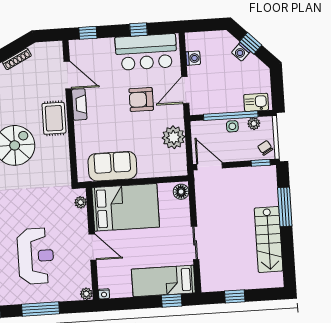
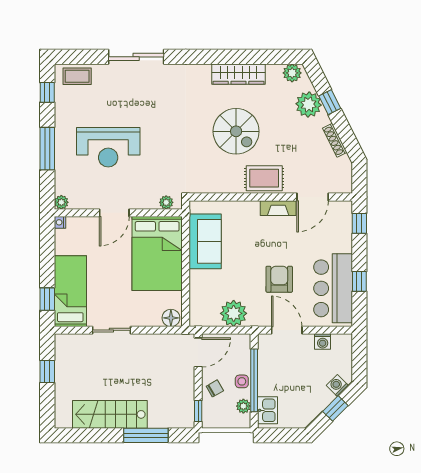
washing machine: (241, 52) -> (337, 385), moved
chair: (265, 148) -> (215, 388), moved

